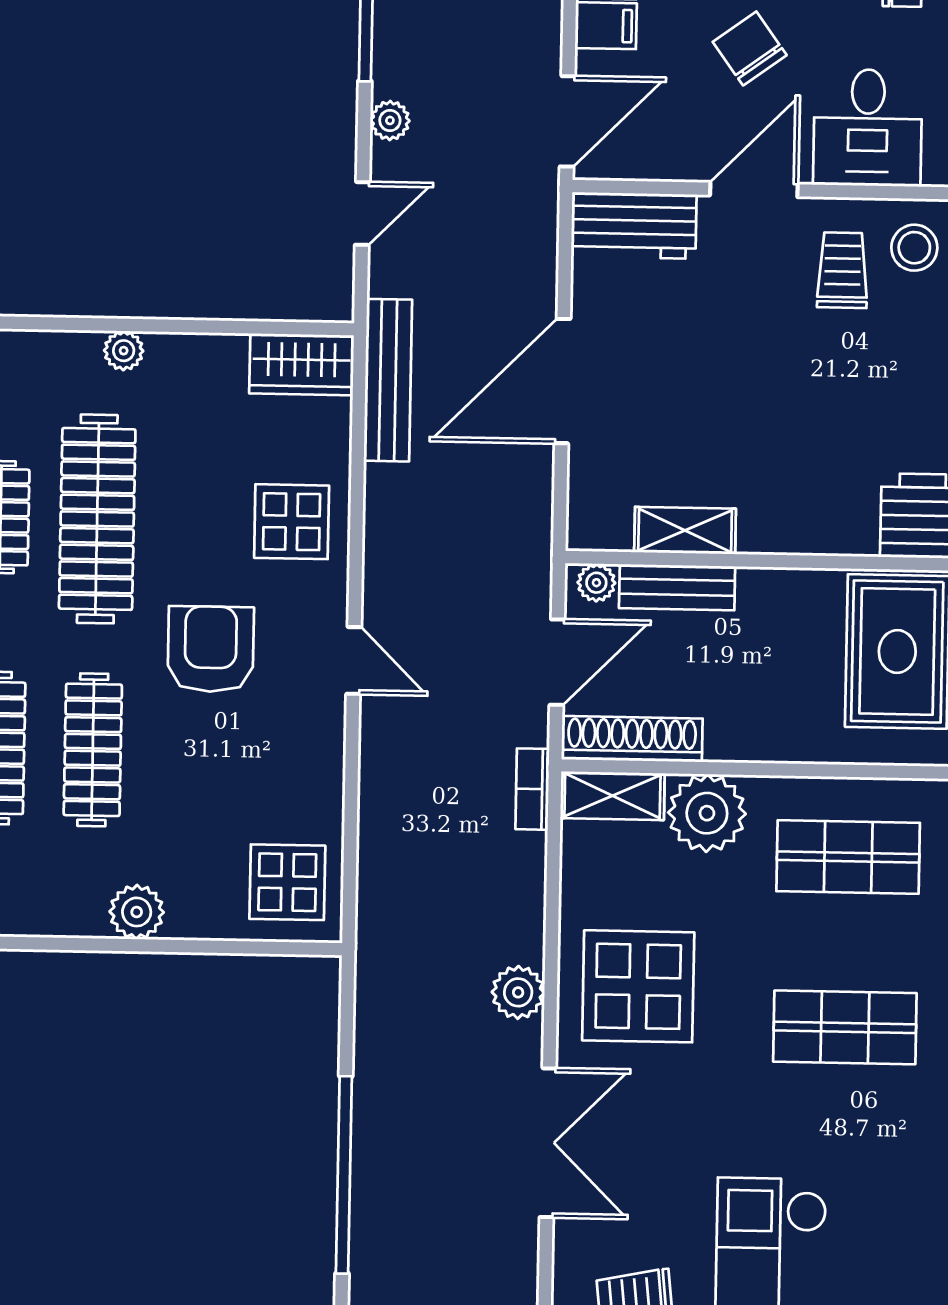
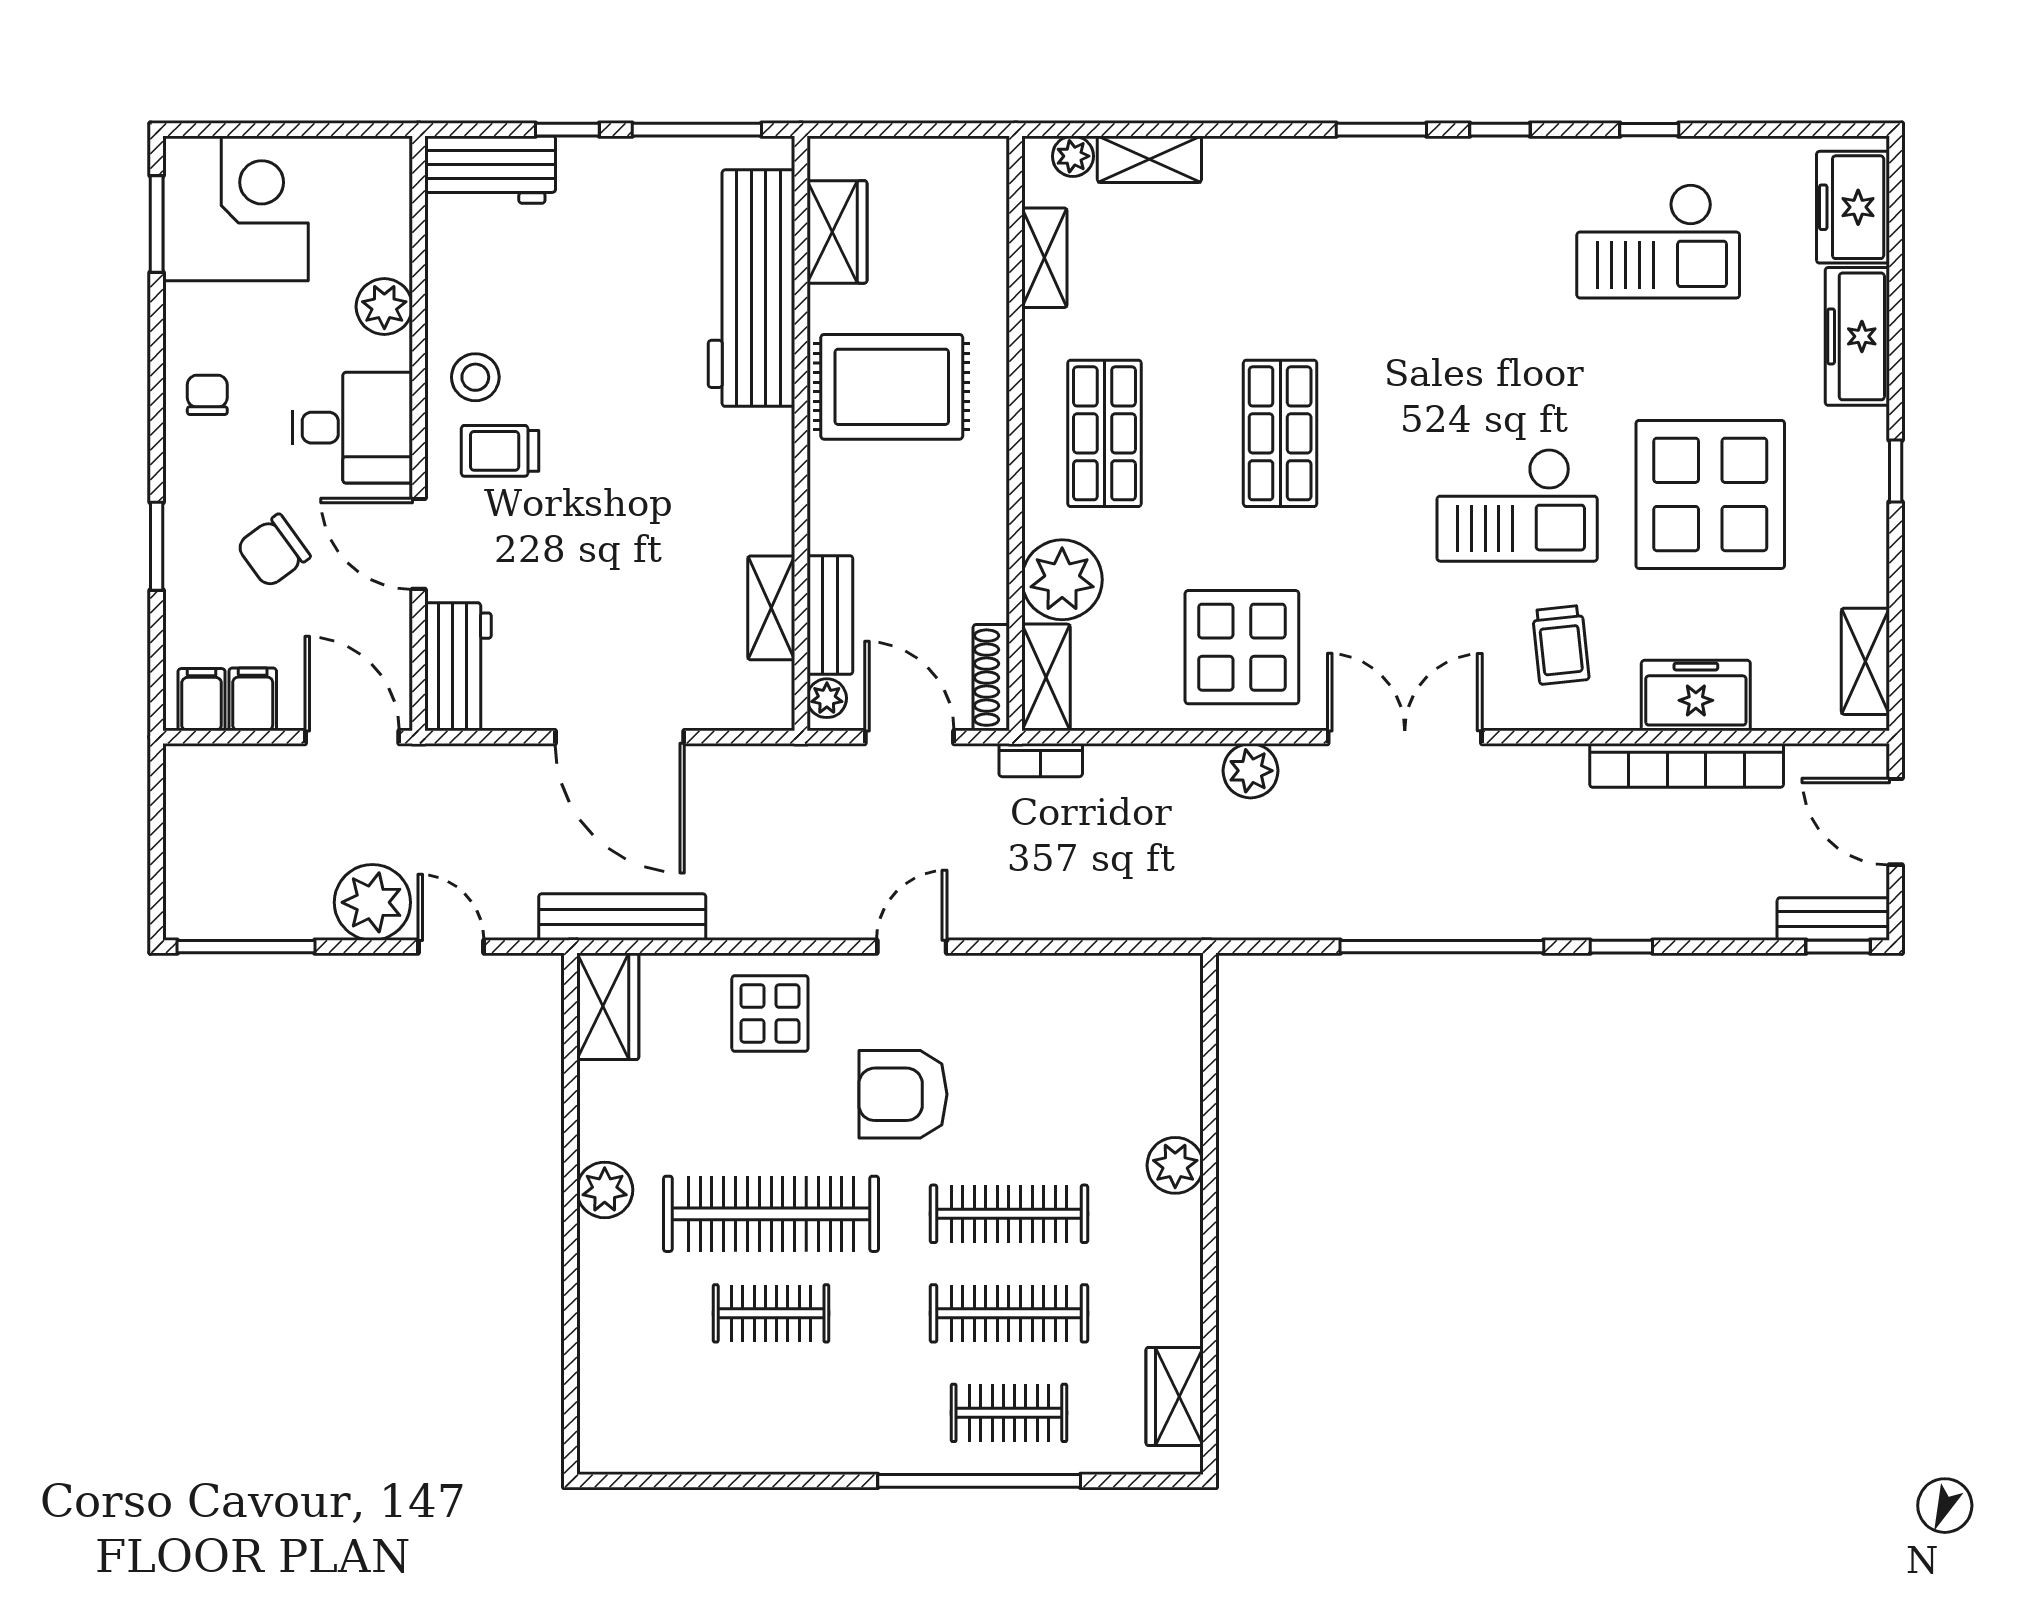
plant: (390, 120) -> (372, 902), width x1.87, depth x1.87
plant: (124, 351) -> (605, 1190), width x1.38, depth x1.38
shoe rack: (632, 739) -> (991, 678), width x0.74, depth x0.81
display table: (287, 882) -> (1142, 1011), removed

